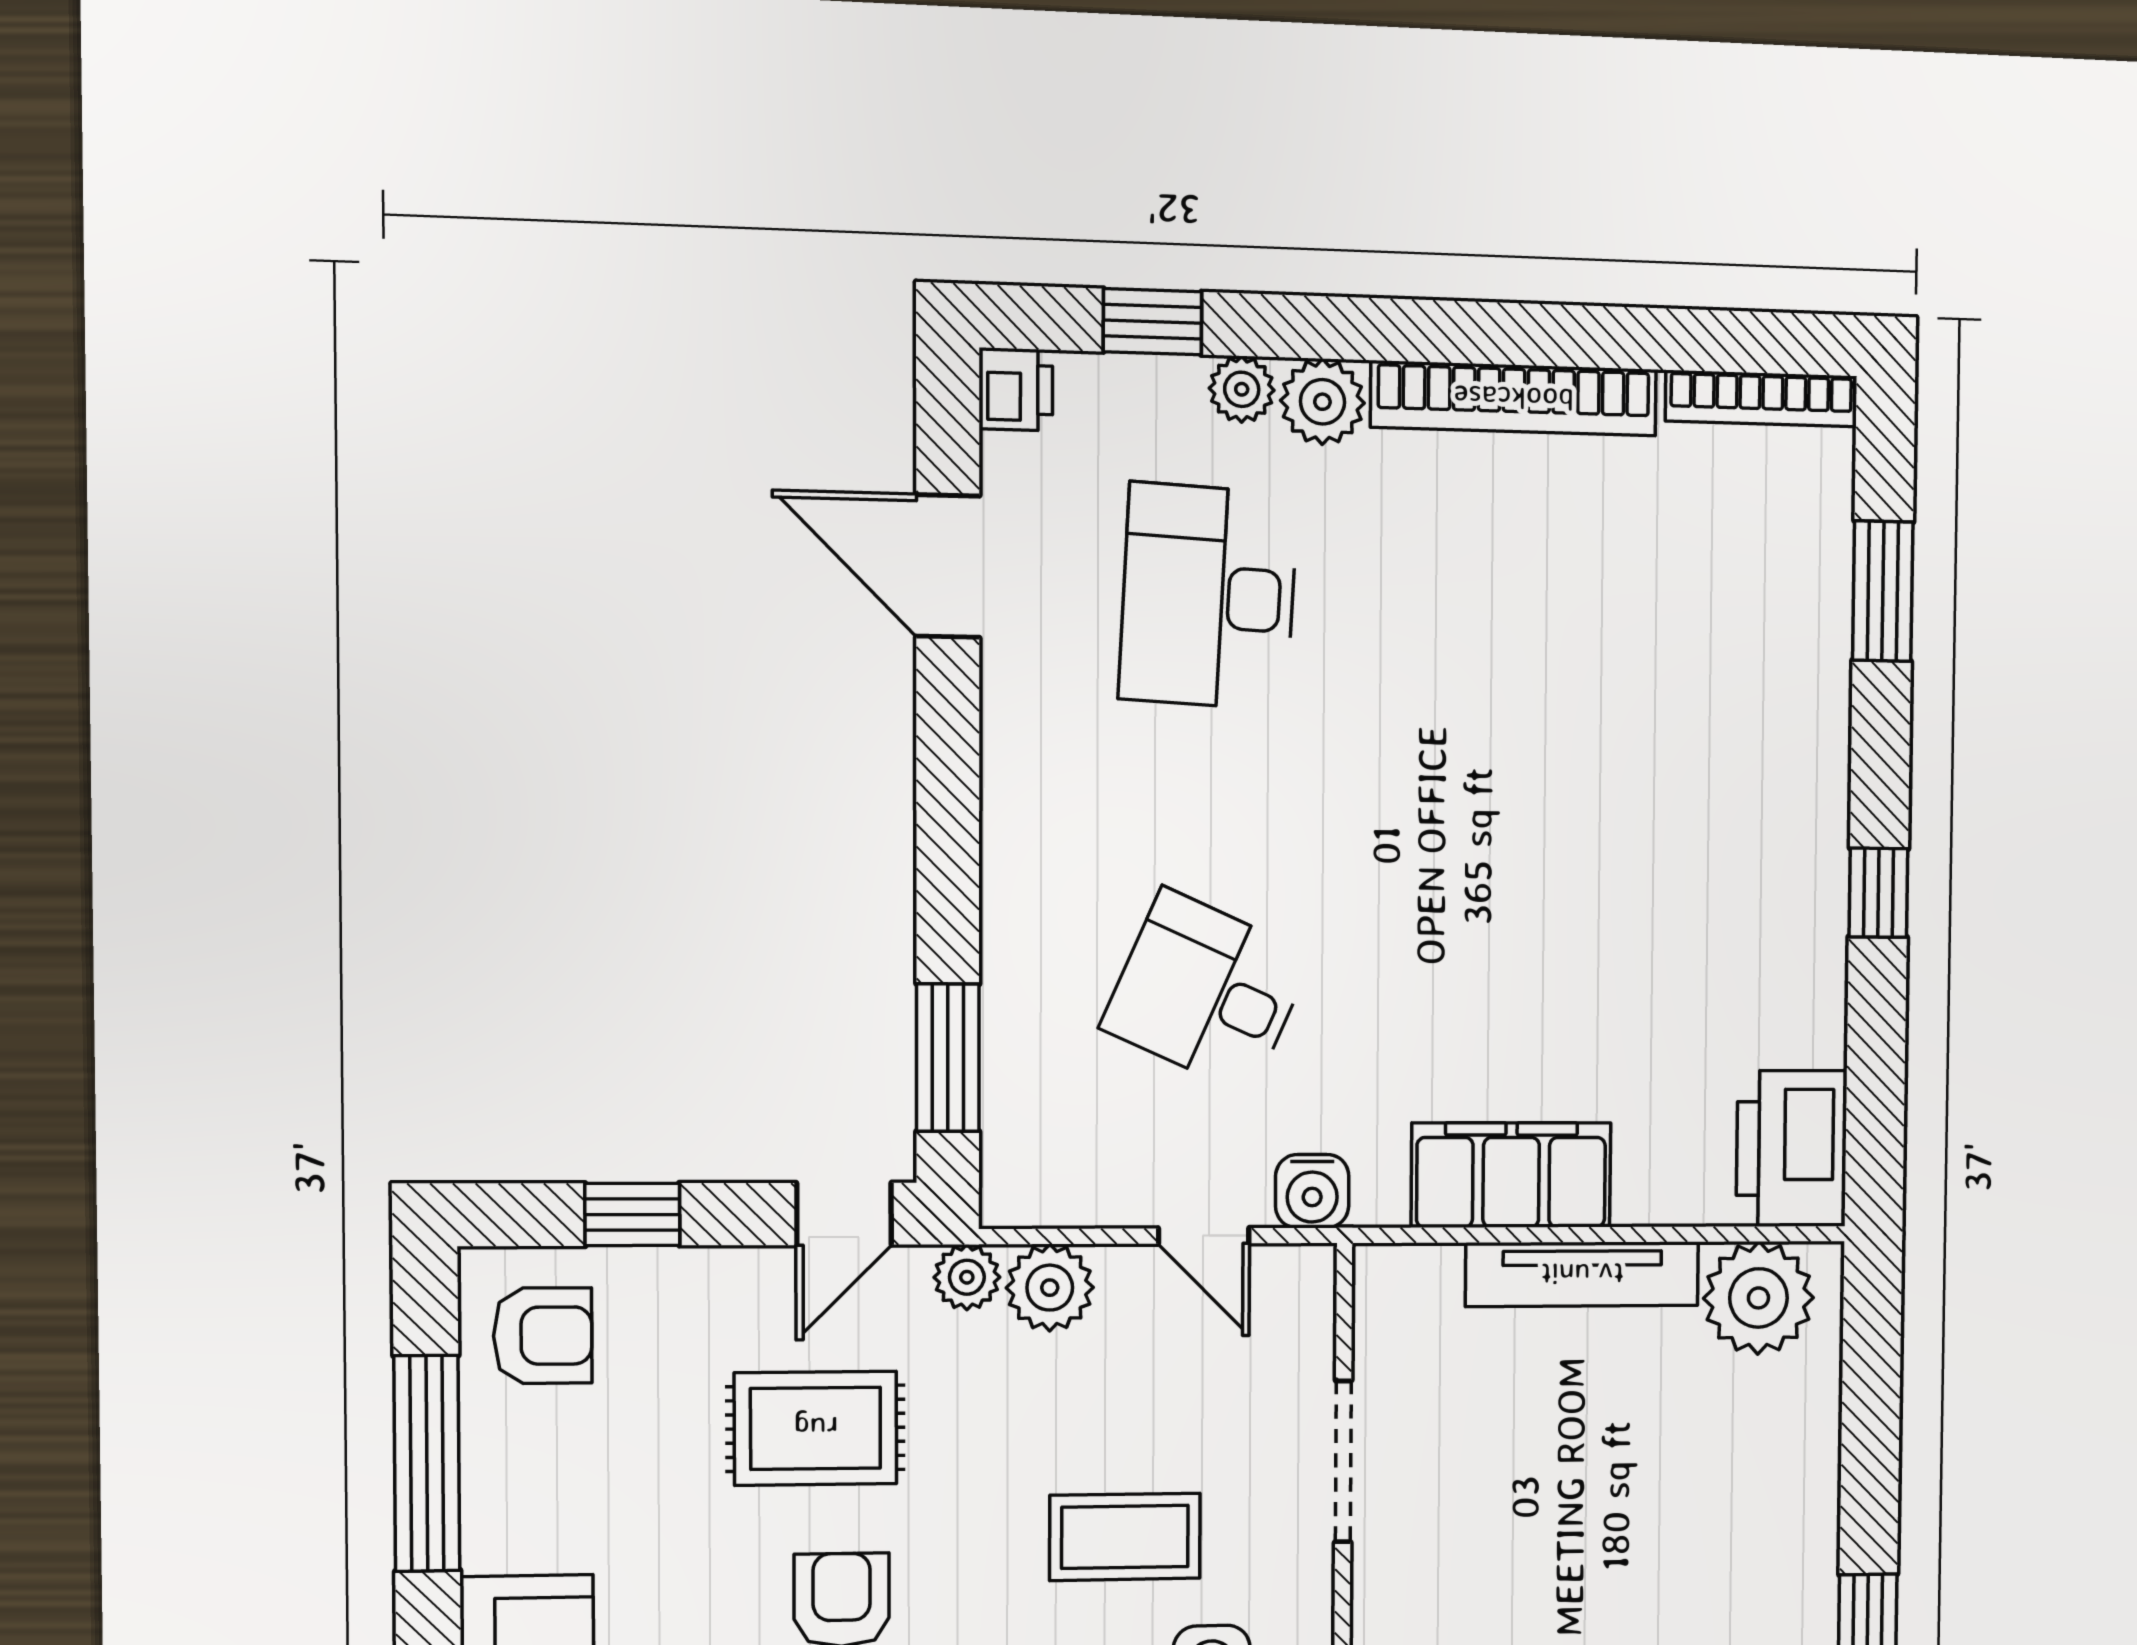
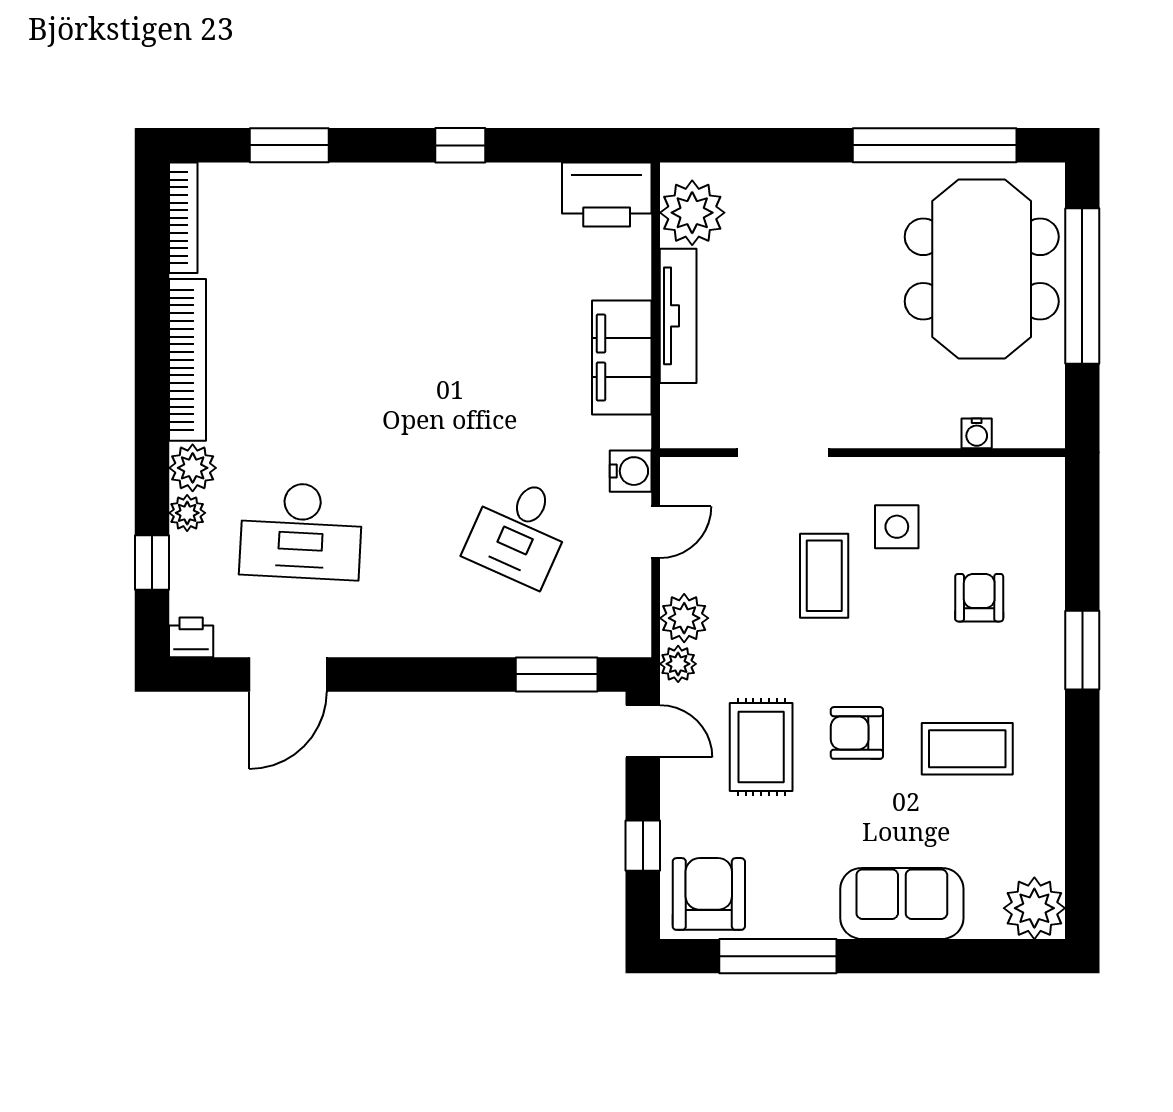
armchair: (543, 1336) -> (709, 894), width x1.38, depth x1.38

